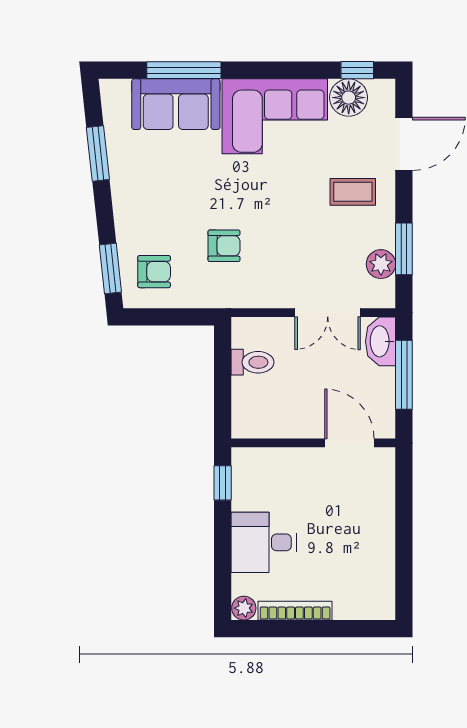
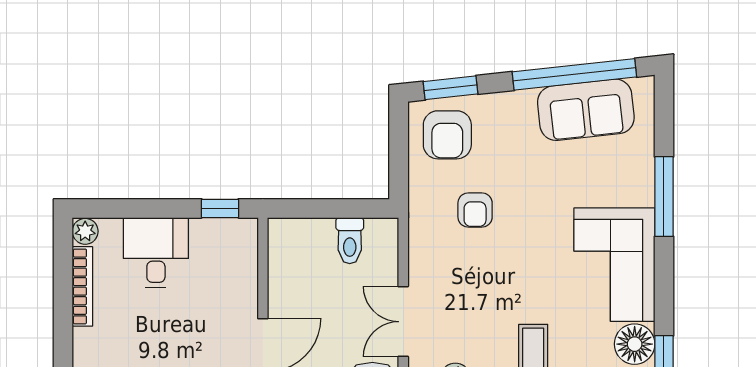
window: (184, 70) -> (664, 197), moved
sofa: (176, 104) -> (586, 110), moved, turned -96
window: (98, 153) -> (574, 74), width x2.11
armchair: (154, 272) -> (447, 135), width x1.38, depth x1.38

